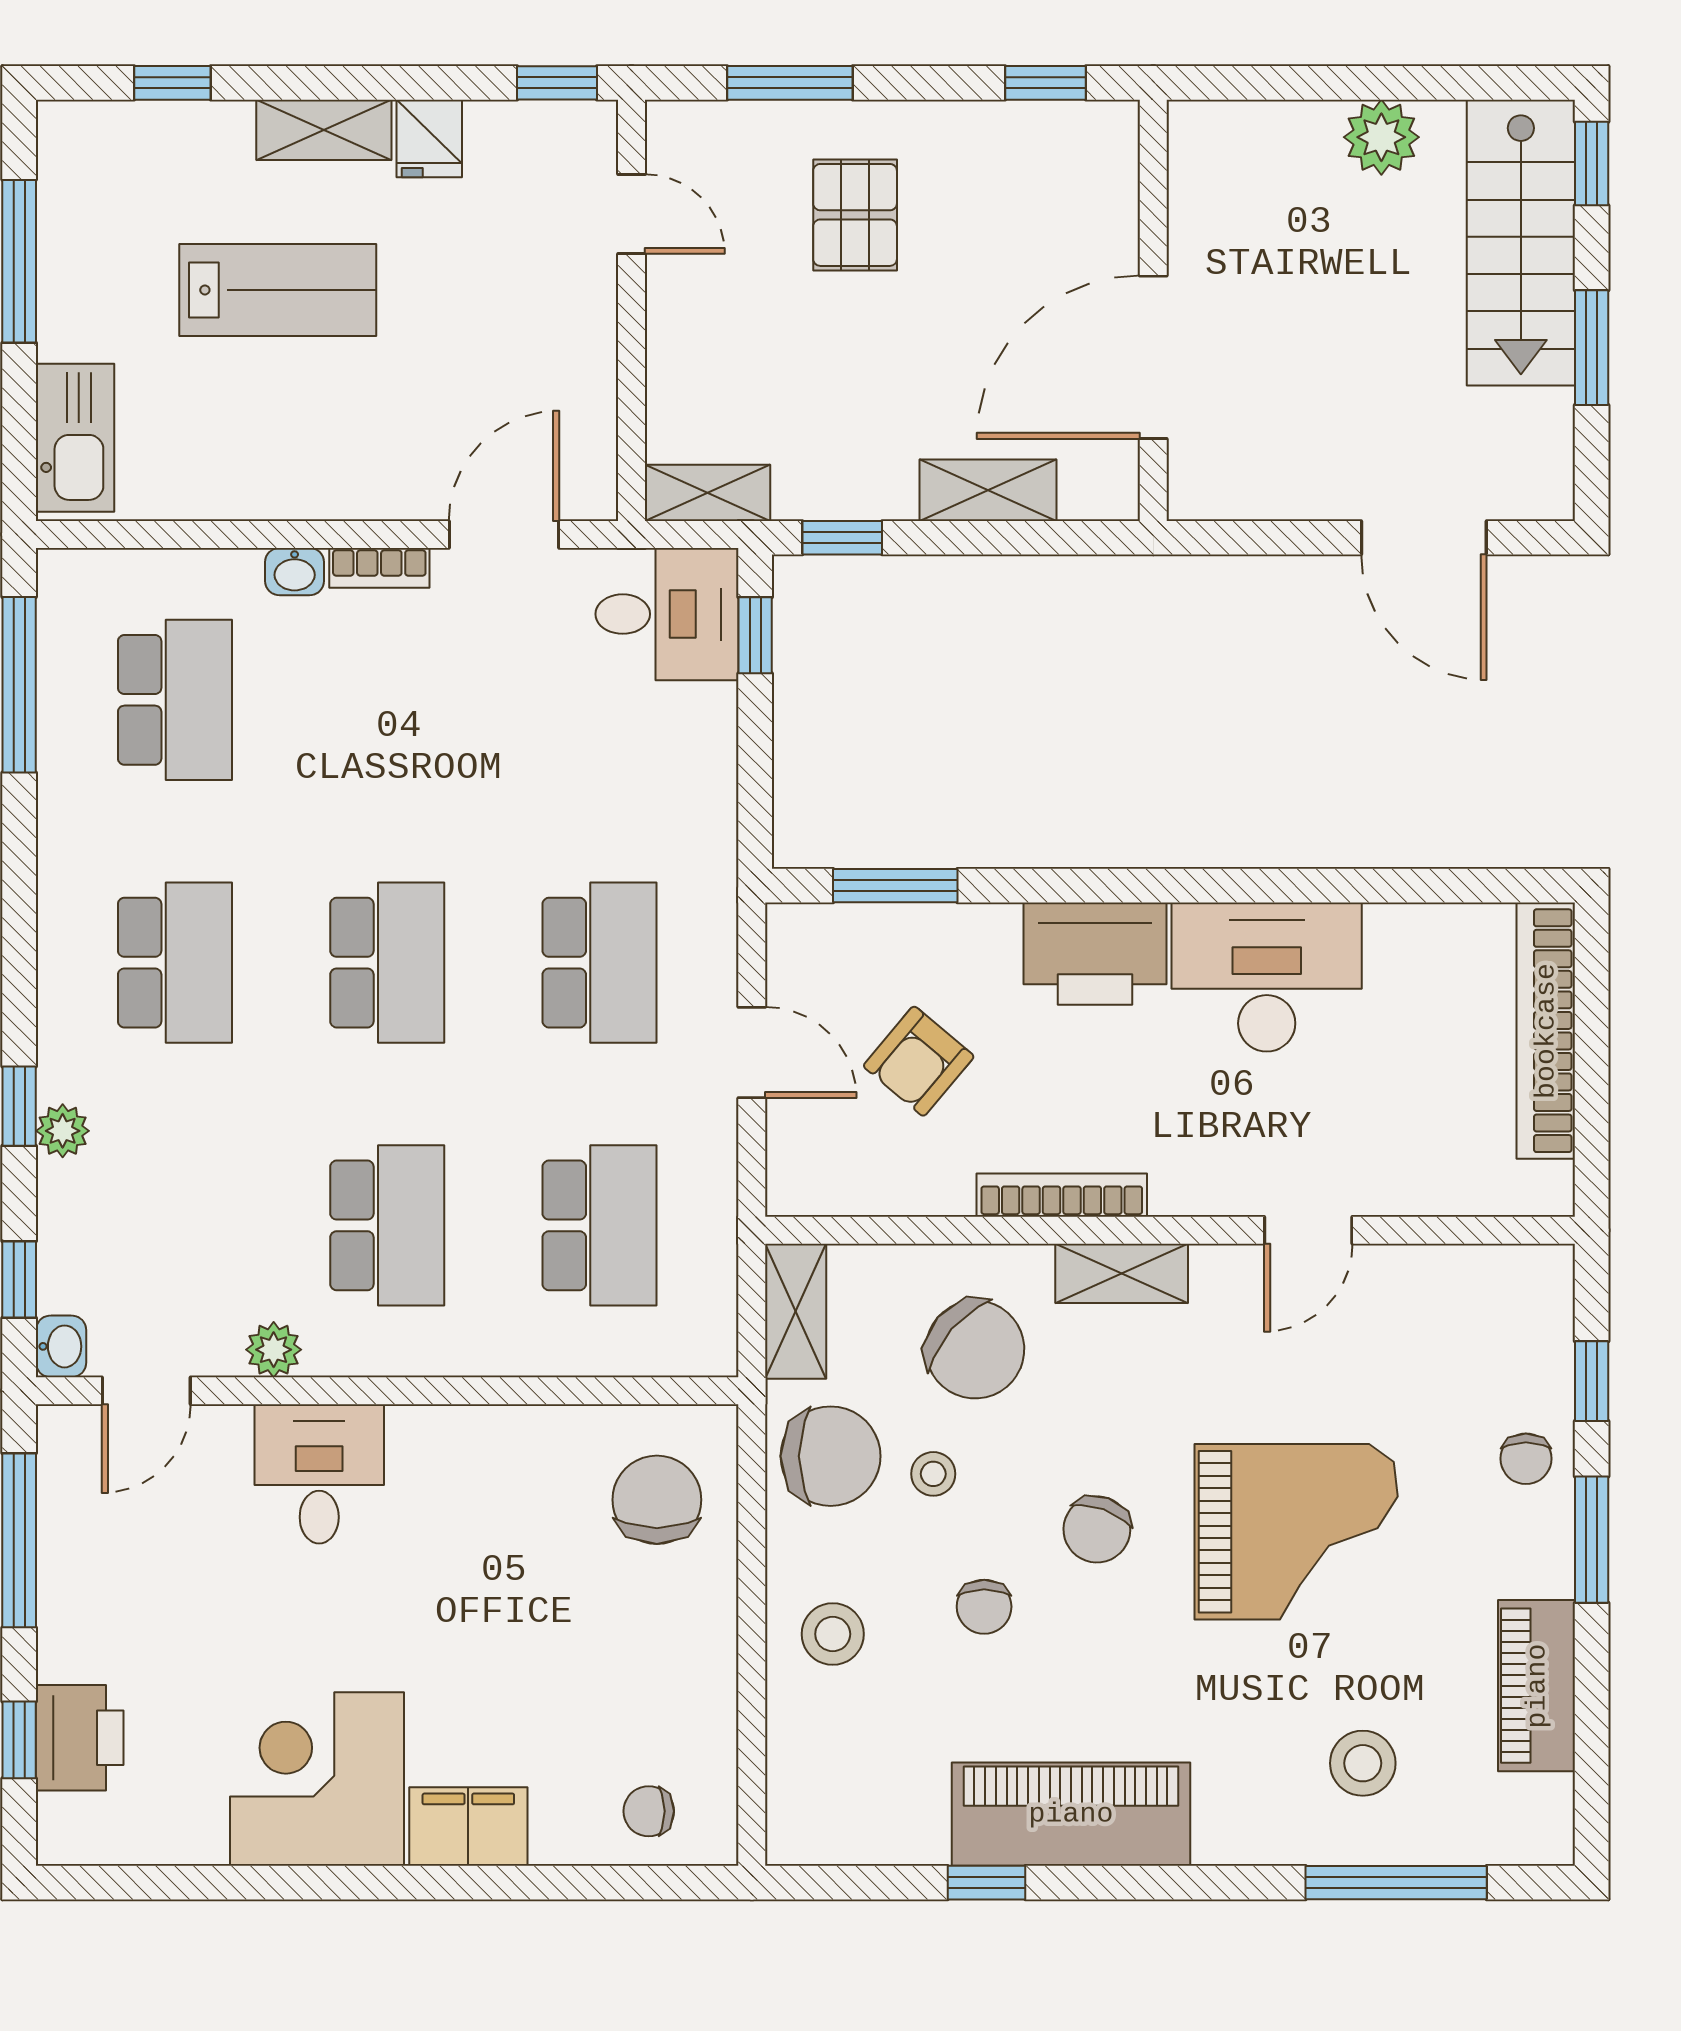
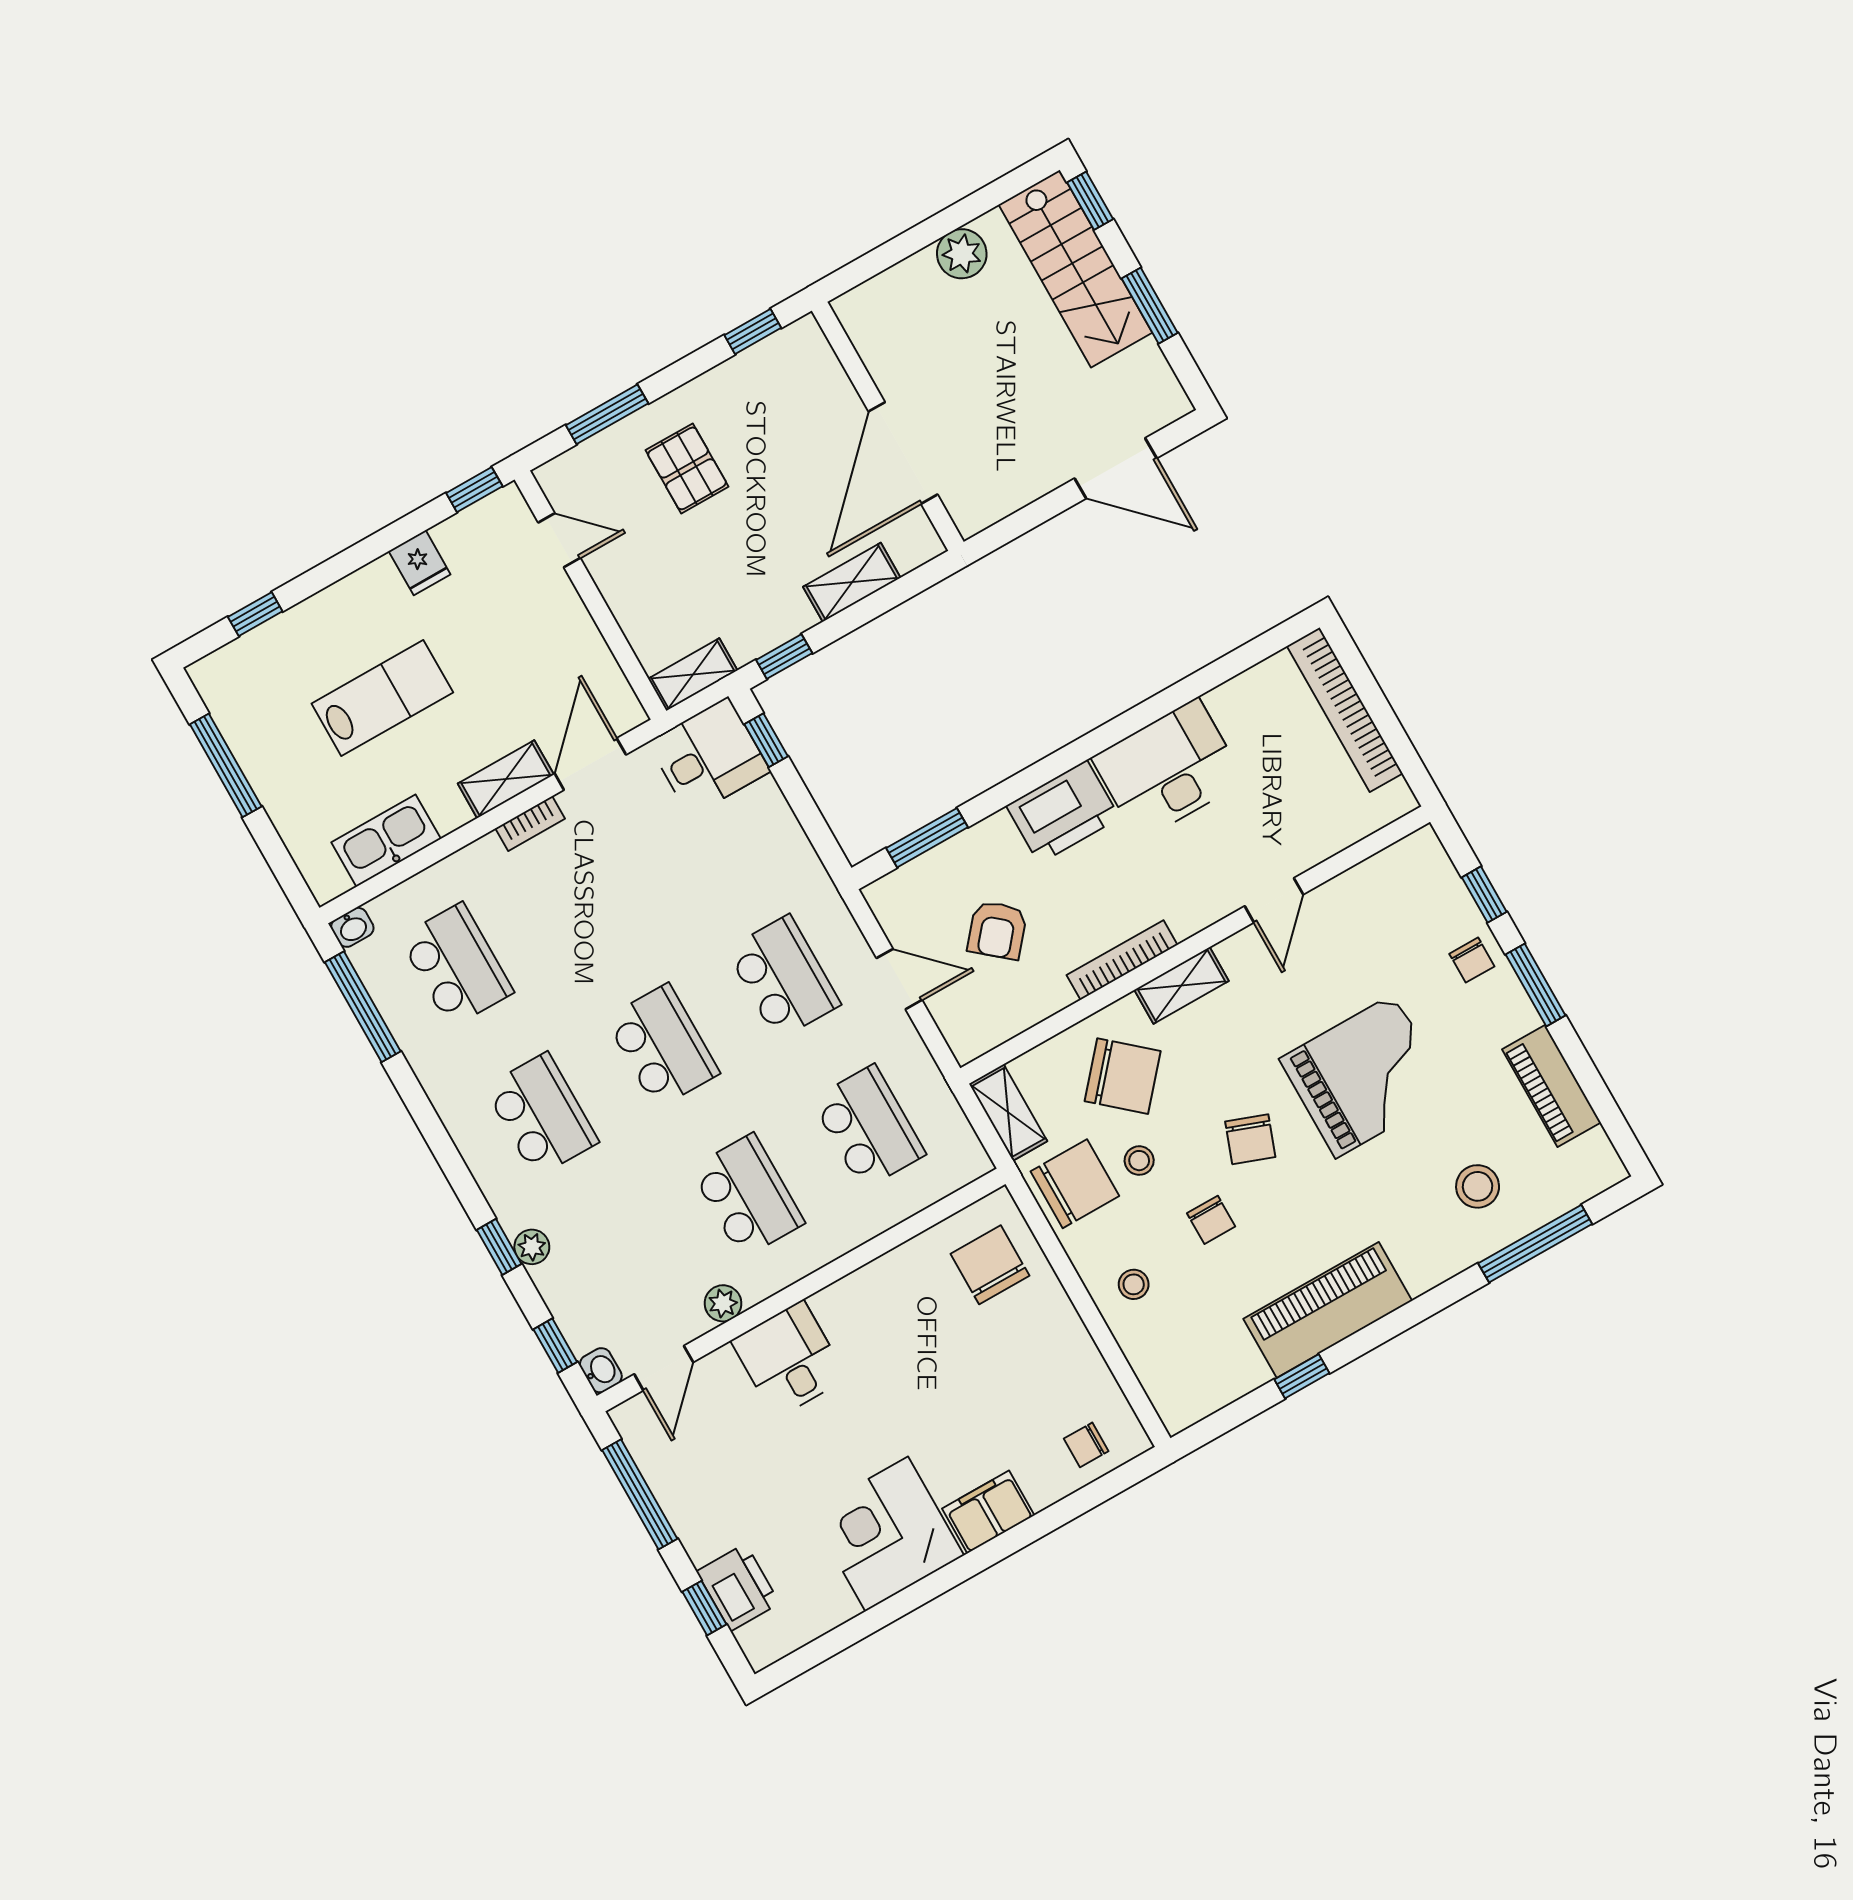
shelving: (324, 130) -> (506, 779), moved
kitchen sink: (75, 438) -> (386, 841), moved, turned -90
washbasin: (295, 572) -> (352, 927), moved
stool: (833, 1634) -> (1134, 1284), width x0.73, depth x0.73

